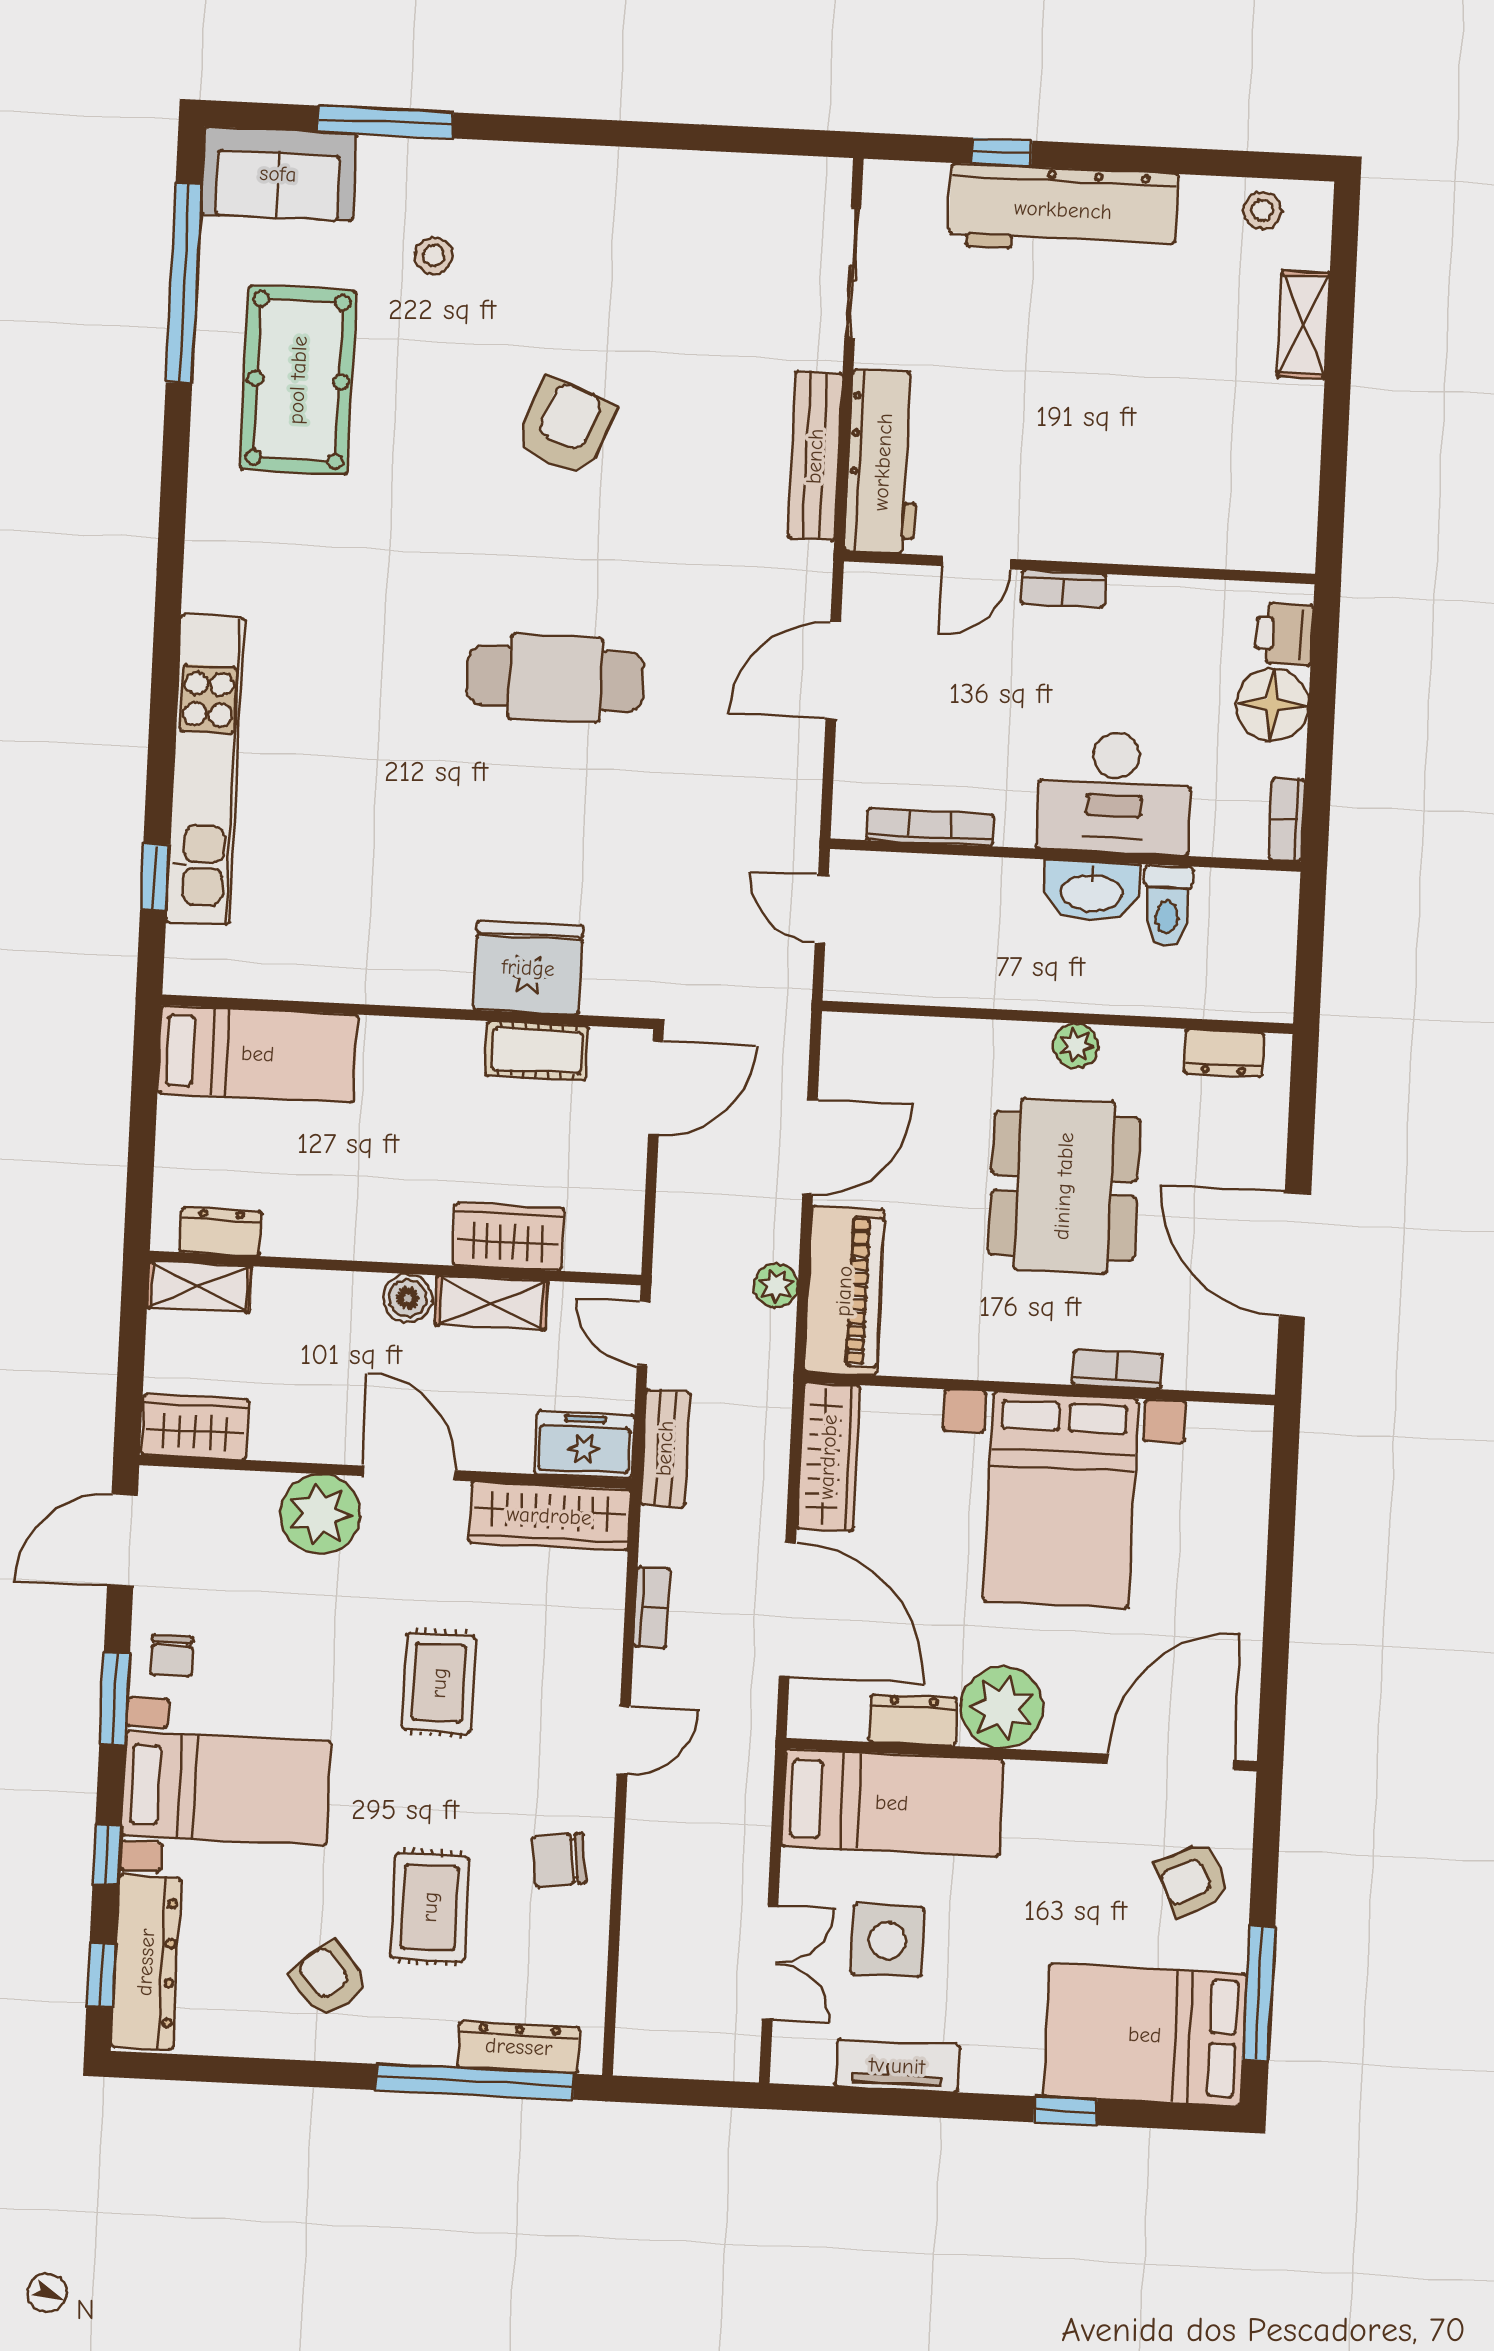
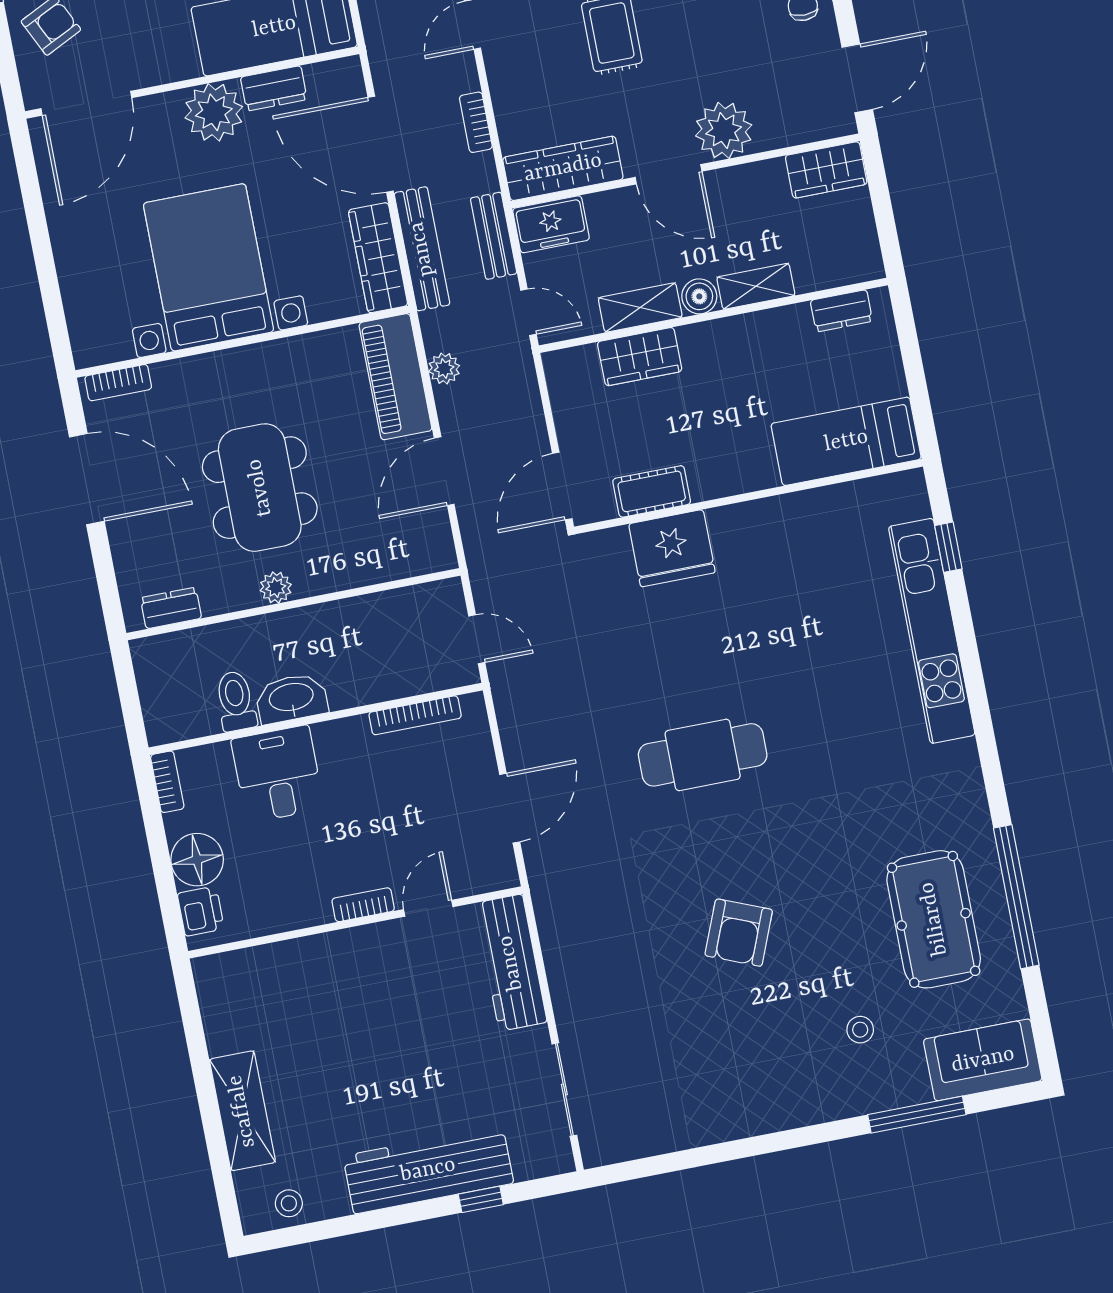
window: (184, 283) -> (1016, 897), moved
shelving: (1303, 325) -> (242, 1111), width x1.50, depth x1.33
bench: (815, 456) -> (422, 249), moved
desk: (1115, 793) -> (278, 774), width x0.73
shelving: (199, 1287) -> (756, 286), moved
bookcase: (1118, 1369) -> (118, 383), moved

